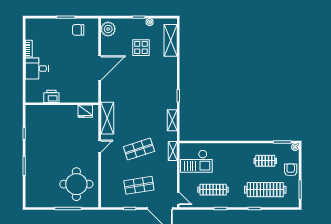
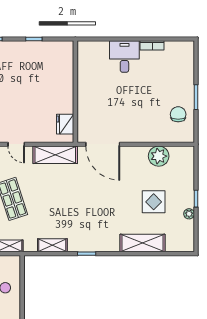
plant: (108, 29) -> (159, 156), moved
shelving: (171, 40) -> (142, 243), moved
door: (100, 68) -> (103, 144), moved
printer: (51, 96) -> (86, 77), removed

